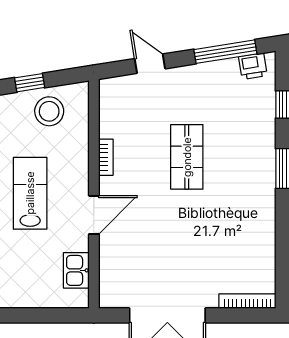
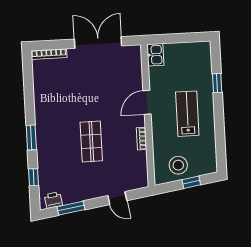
window: (225, 52) -> (71, 208), width x0.69
lab bench: (30, 193) -> (187, 114), turned 180
kitchen sink: (76, 270) -> (155, 55), moved

